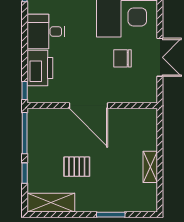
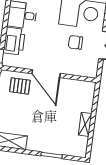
pallet: (77, 167) -> (20, 86), moved

